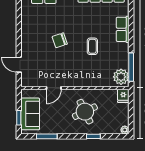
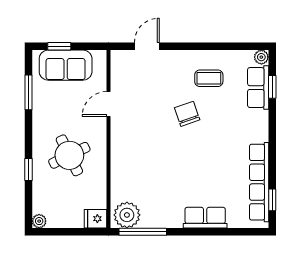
coffee table: (92, 46) -> (209, 78), moved
door: (54, 88) -> (109, 104), hinge flipped

